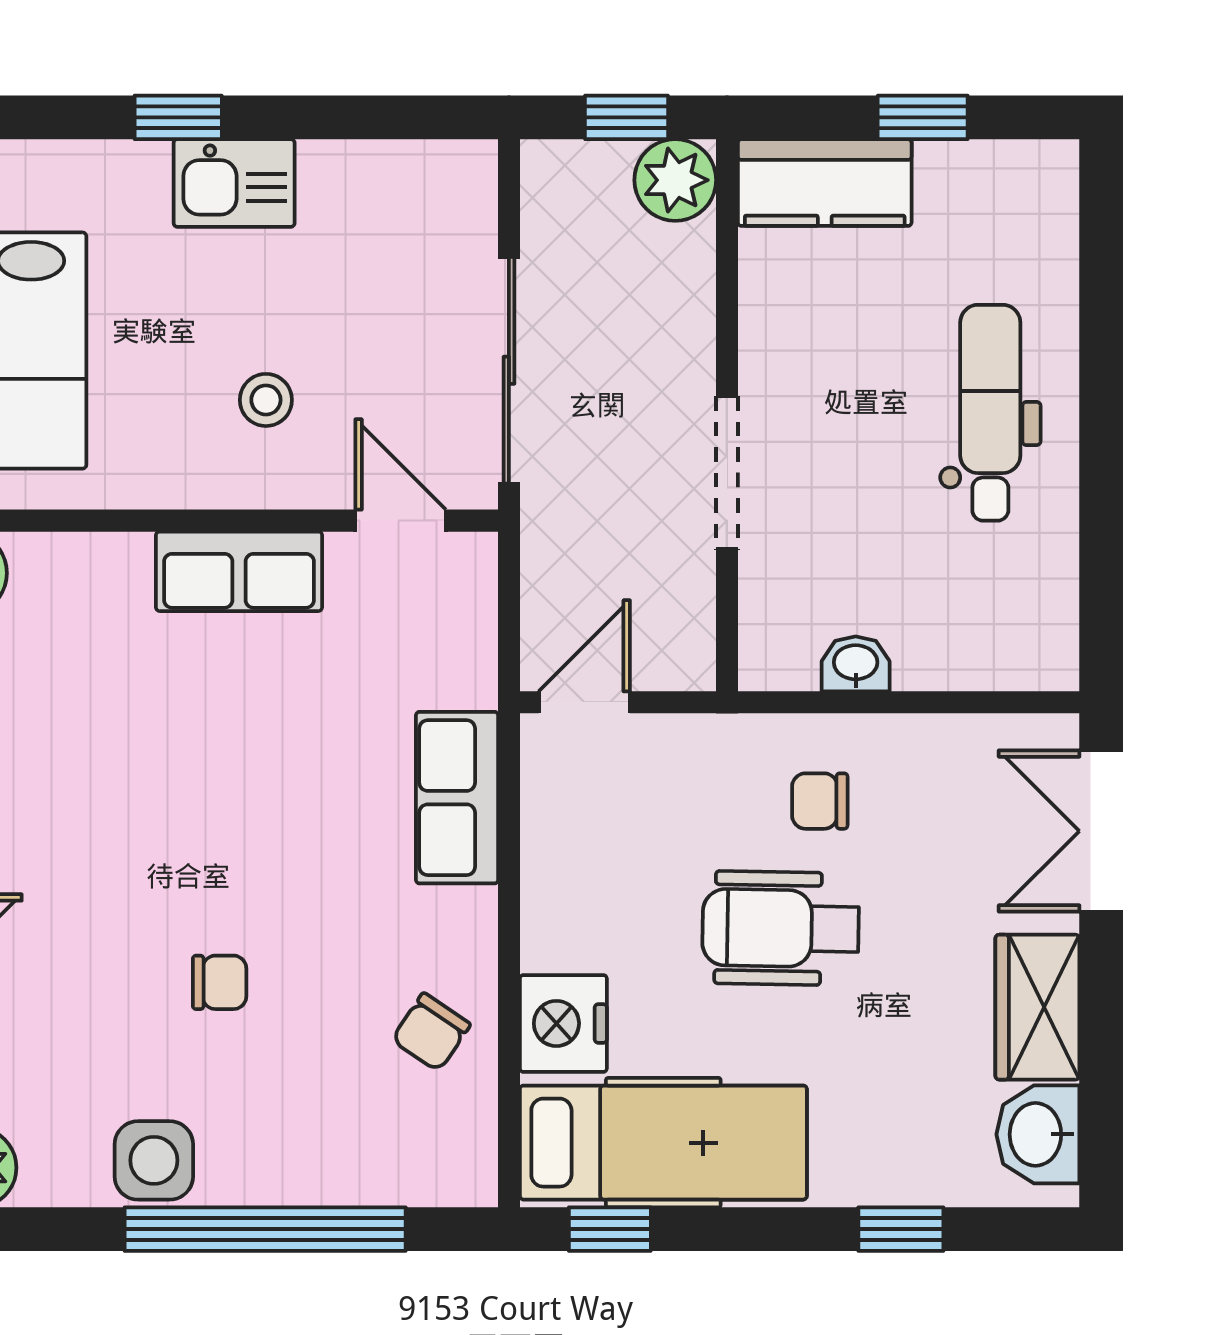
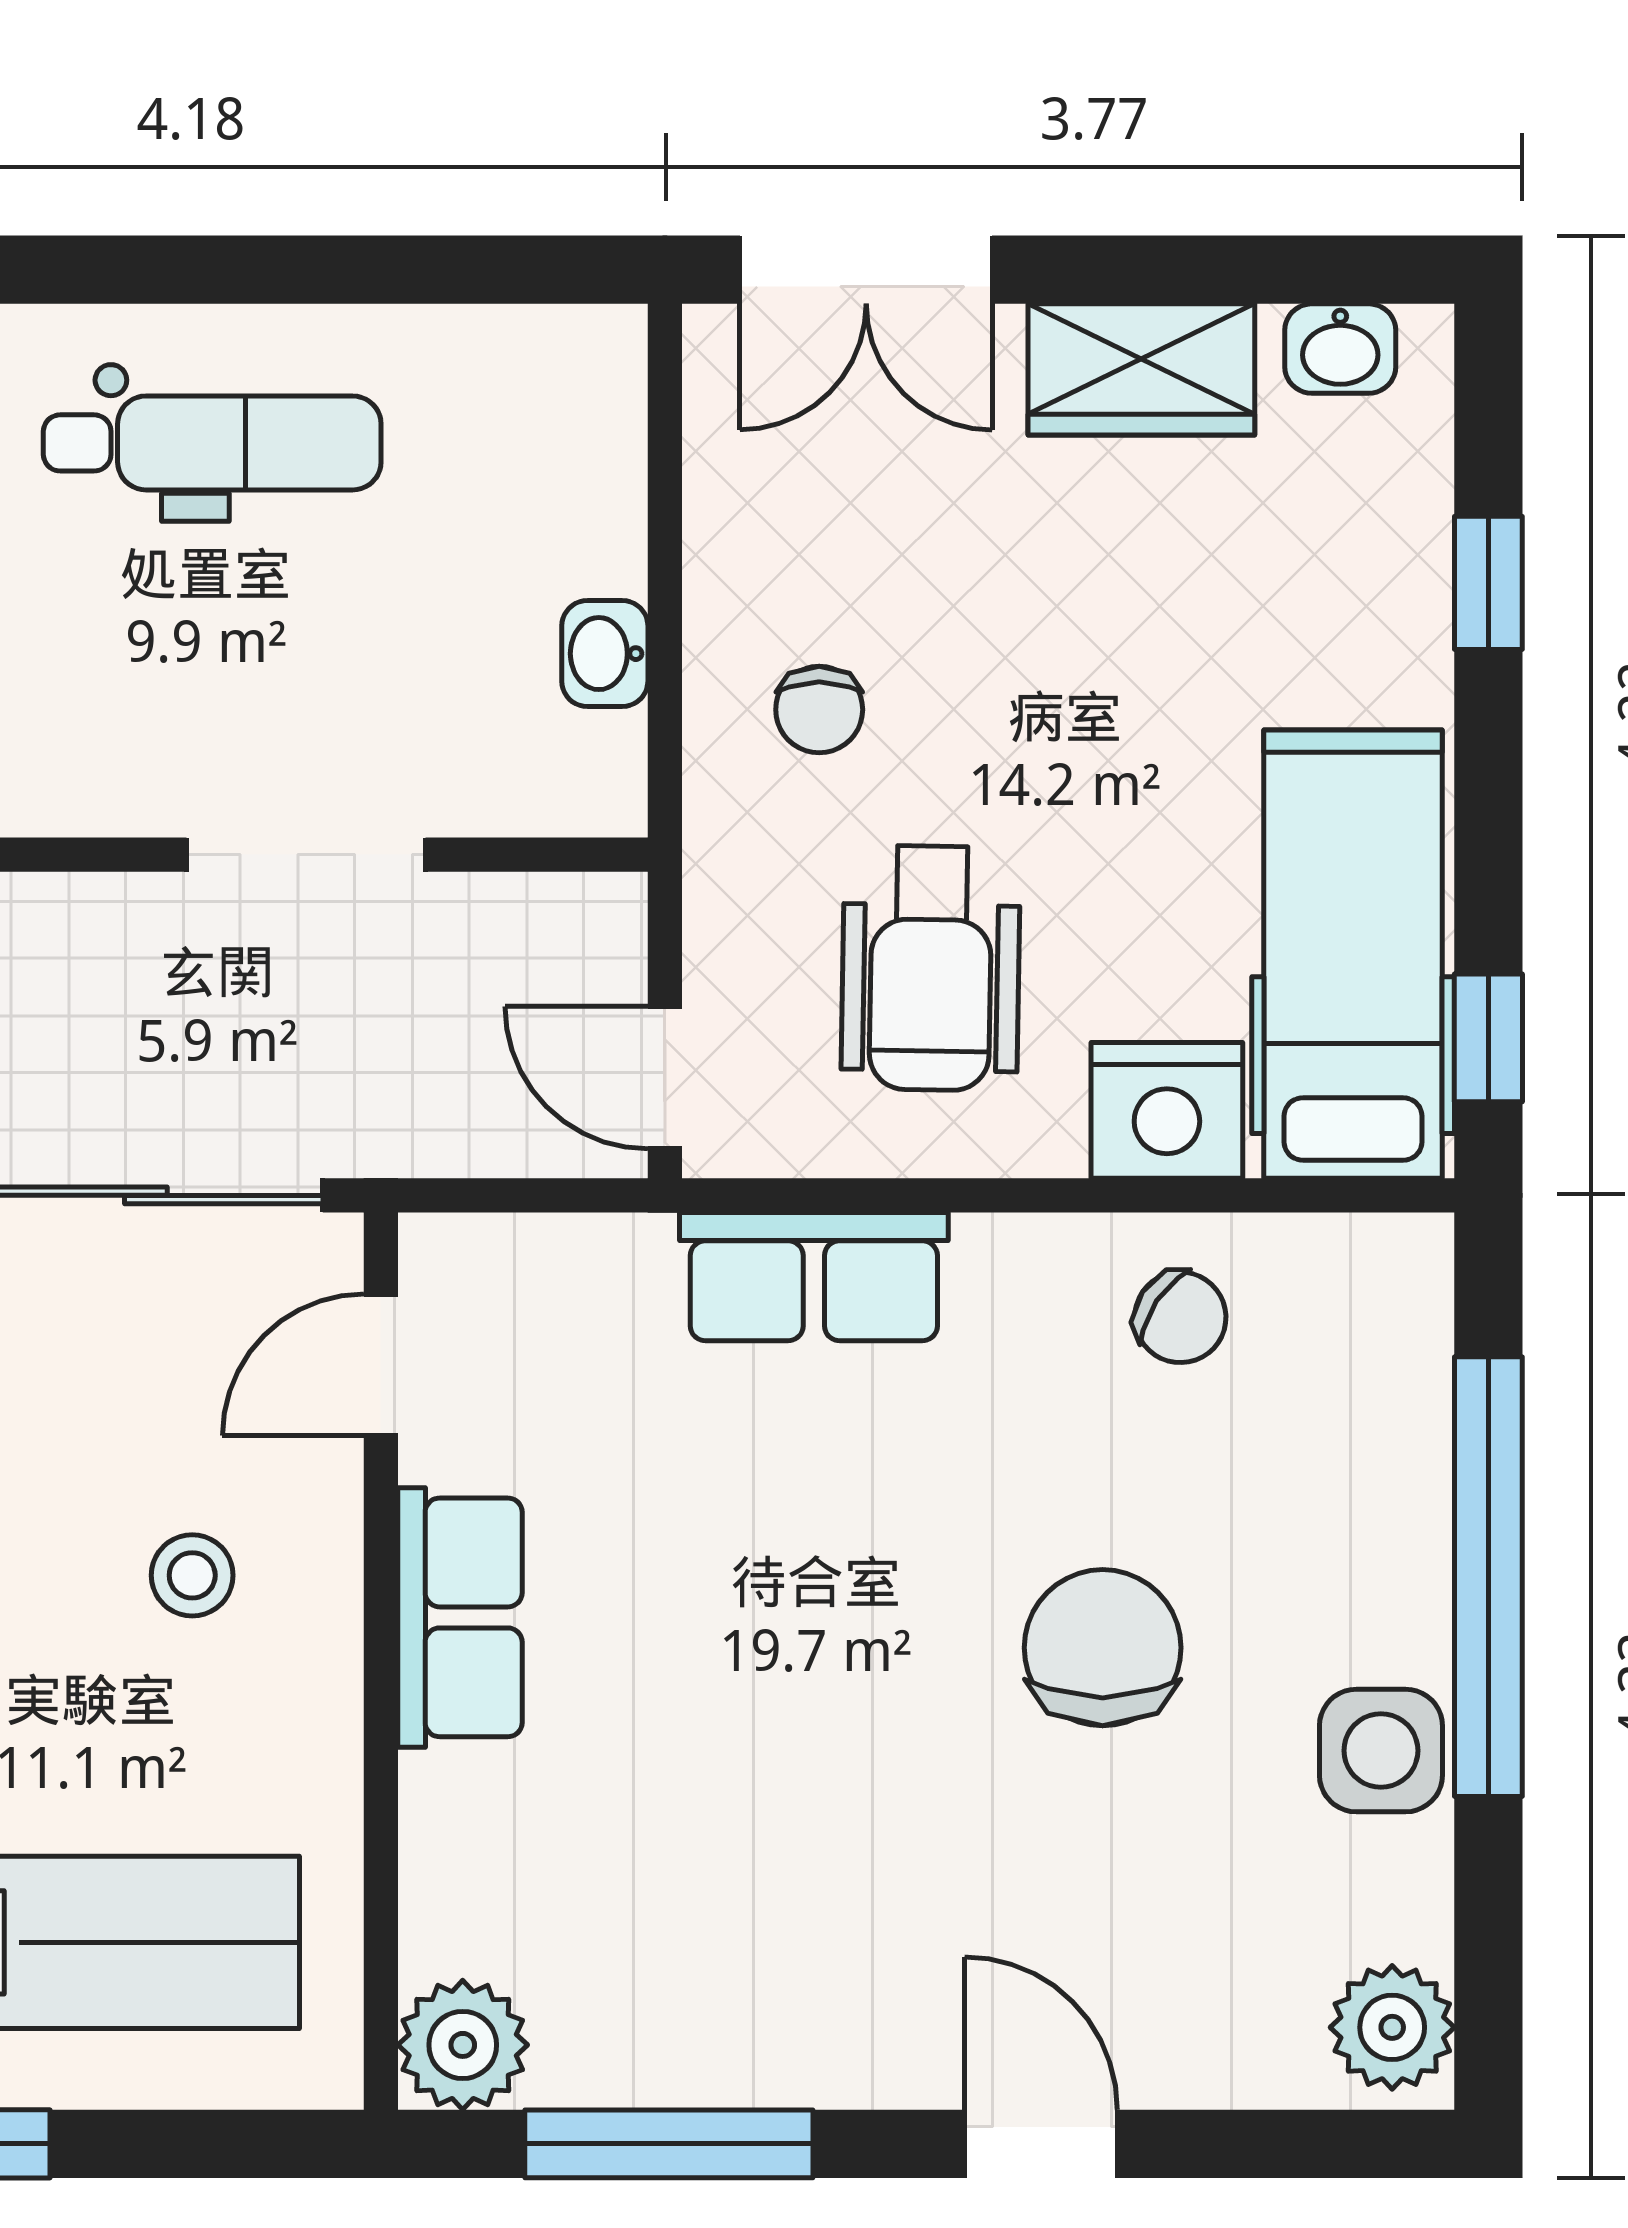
dental chair: (990, 413) -> (212, 443), turned 180
wheelchair: (780, 928) -> (931, 968), moved
chair: (220, 982) -> (1103, 1648), width x1.87, depth x1.87
washbasin: (1038, 1134) -> (1340, 349), width x0.72, depth x0.69

